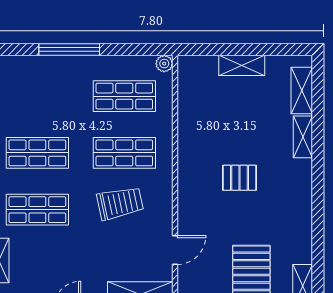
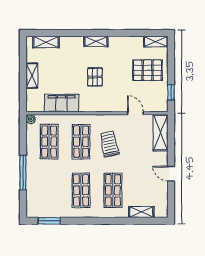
filing cabinet: (193, 118) -> (62, 103), added
shelving: (303, 137) -> (96, 41), moved

